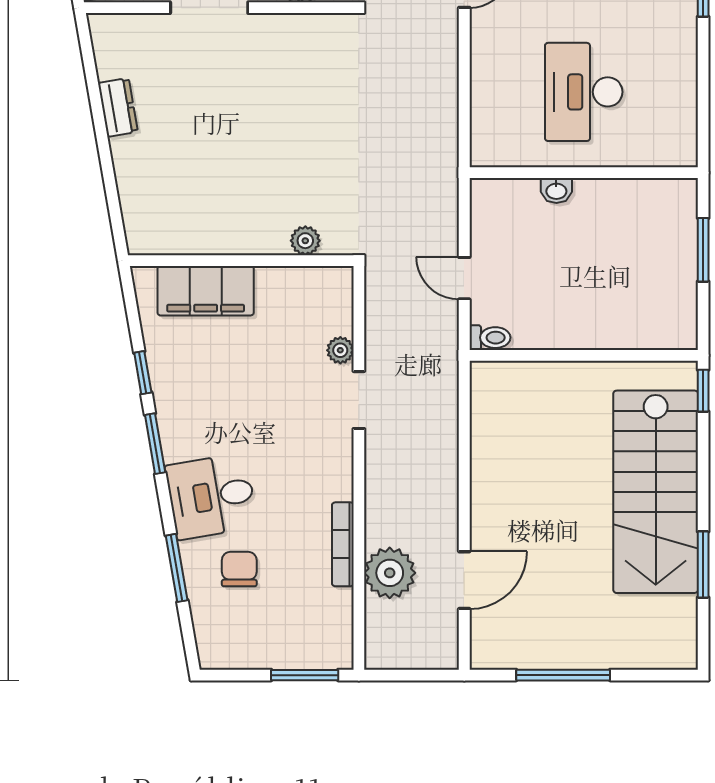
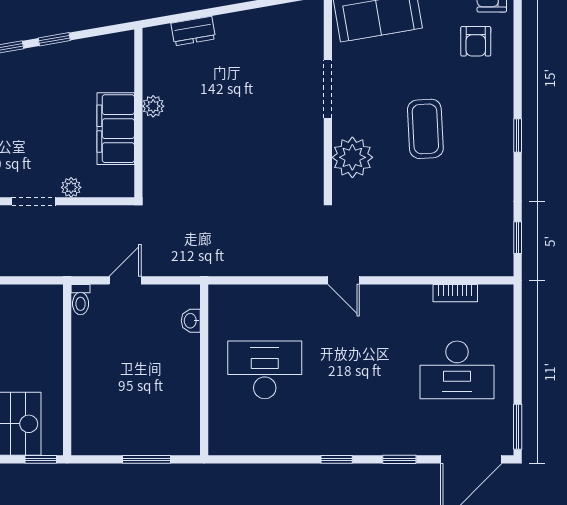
dresser: (118, 107) -> (193, 31), moved
washbasin: (556, 191) -> (191, 321), moved
plant: (305, 241) -> (153, 106), moved
filing cabinet: (206, 291) -> (116, 129), moved

